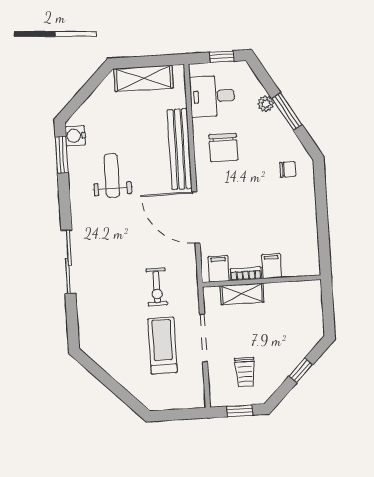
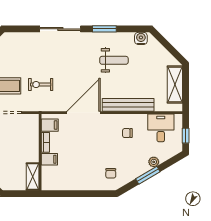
chair: (223, 147) -> (127, 133), width x0.54, depth x0.54
window: (62, 155) -> (104, 29), moved
shelving: (242, 294) -> (33, 177), moved

